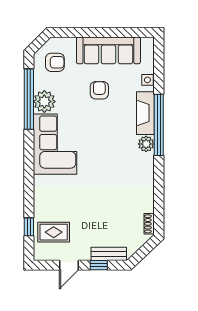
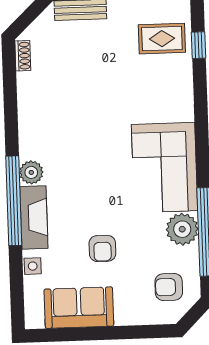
sofa: (108, 50) -> (79, 308), width x0.73

